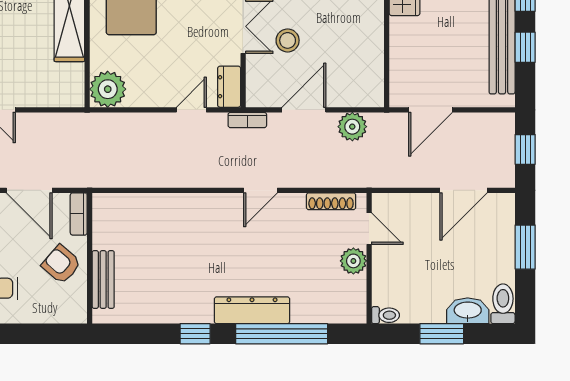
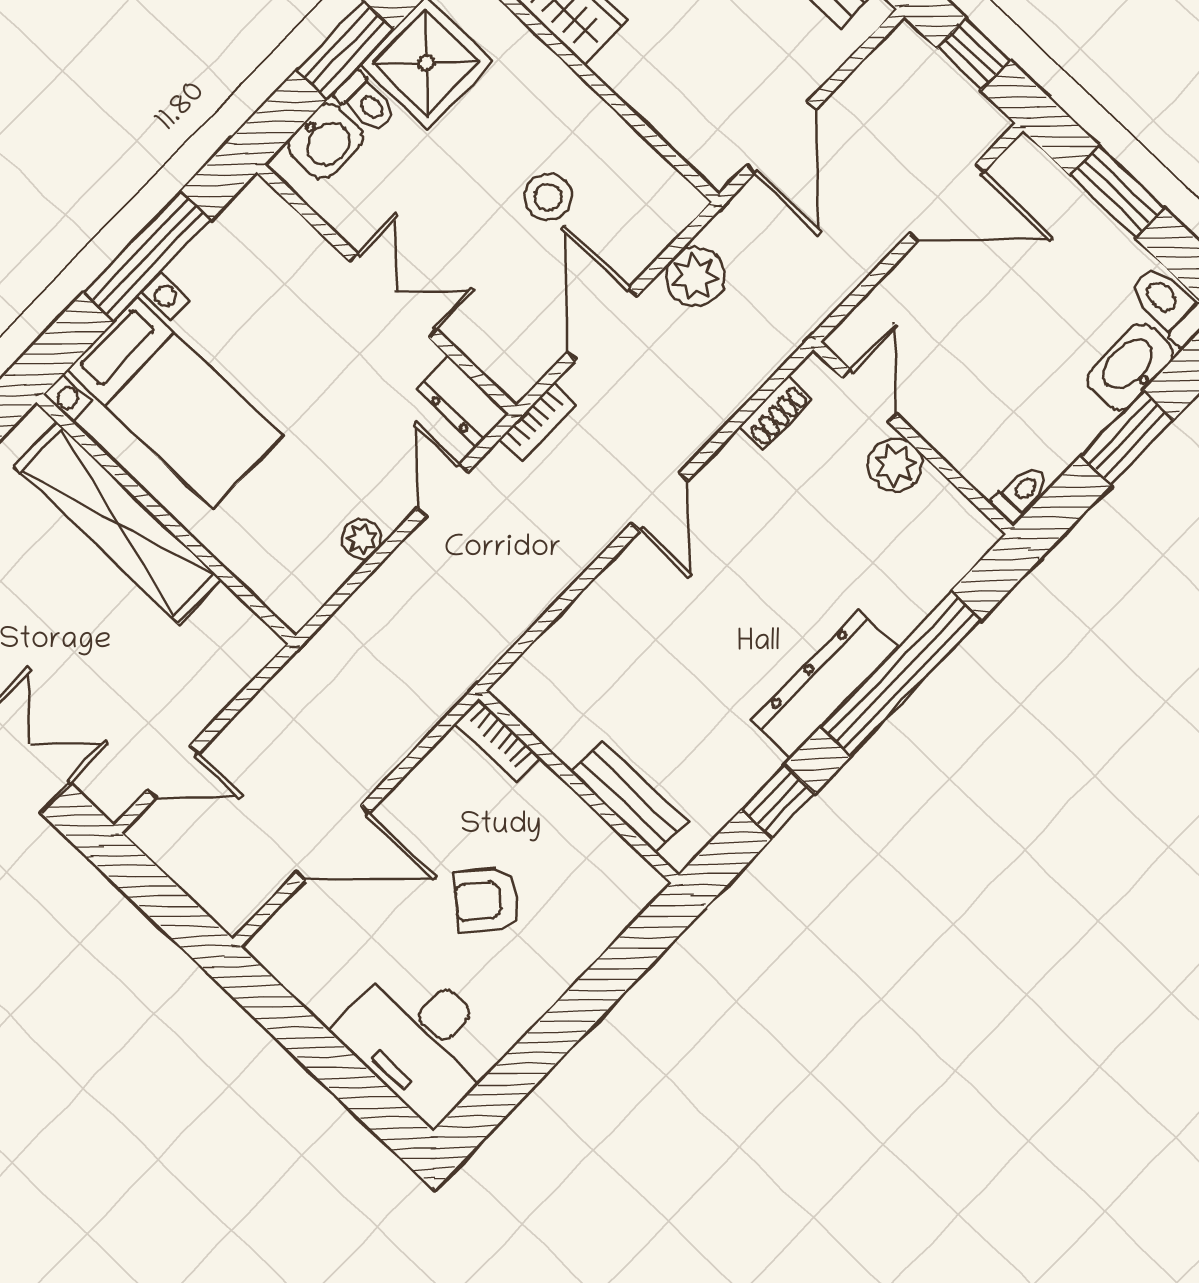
stool: (288, 40) -> (548, 197), moved
plant: (108, 89) -> (362, 539), moved, width x0.53, depth x0.53
door: (463, 190) -> (947, 203), hinge flipped
shoe rack: (331, 201) -> (775, 413), width x0.70
bookcase: (79, 214) -> (498, 740), moved
door: (369, 229) -> (870, 396), hinge flipped
wall: (90, 258) -> (579, 787), moved
bench: (103, 279) -> (629, 797), moved

